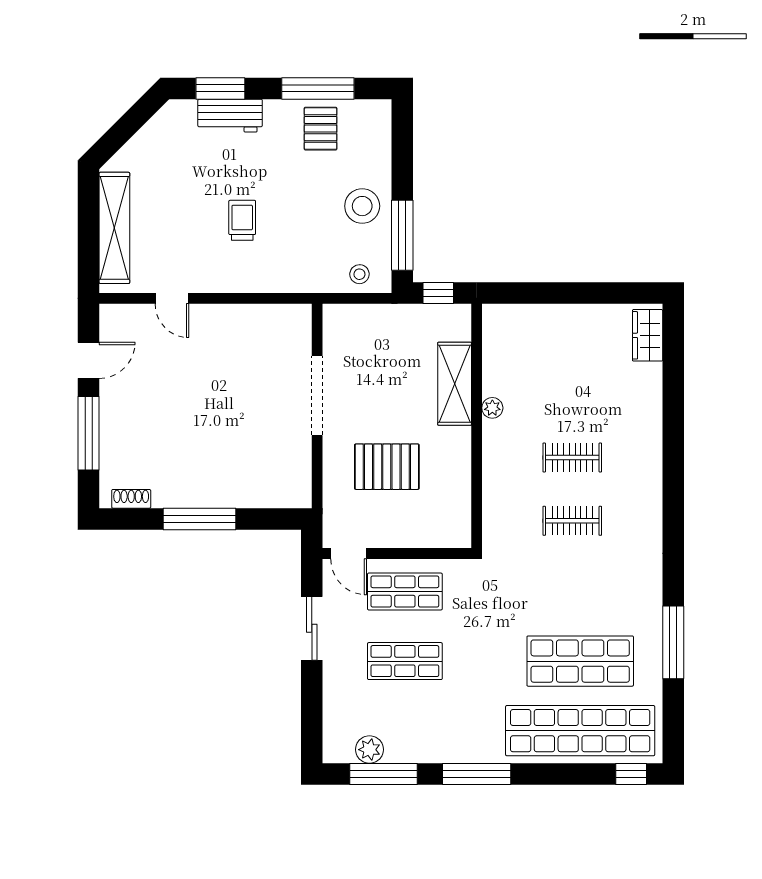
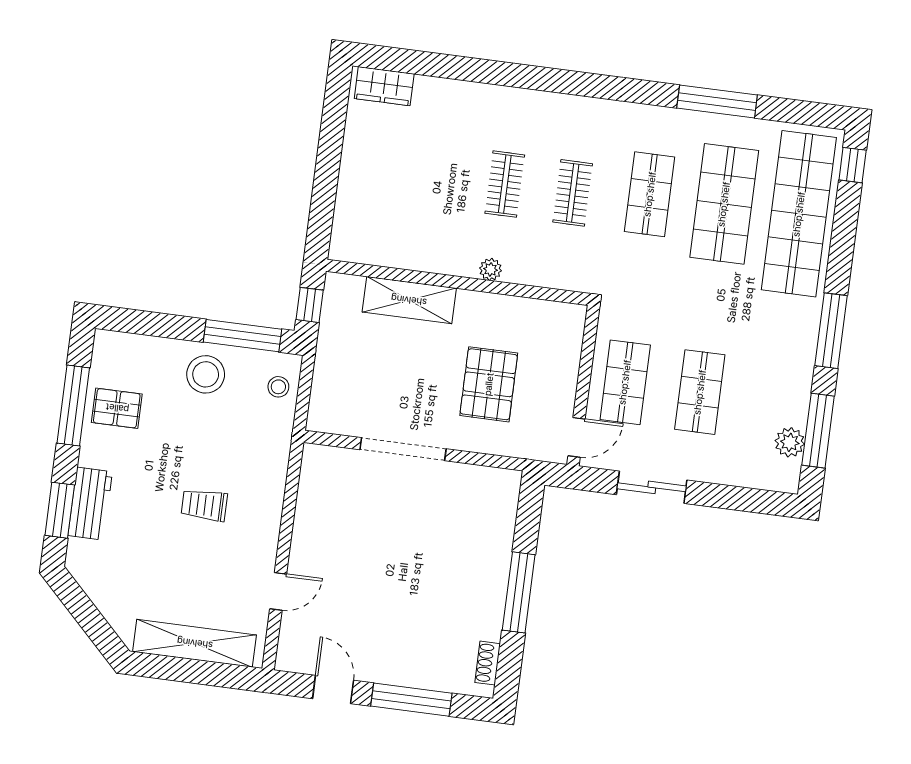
plant: (492, 408) -> (491, 269), moved
shop shelf: (580, 591) -> (650, 194), added

